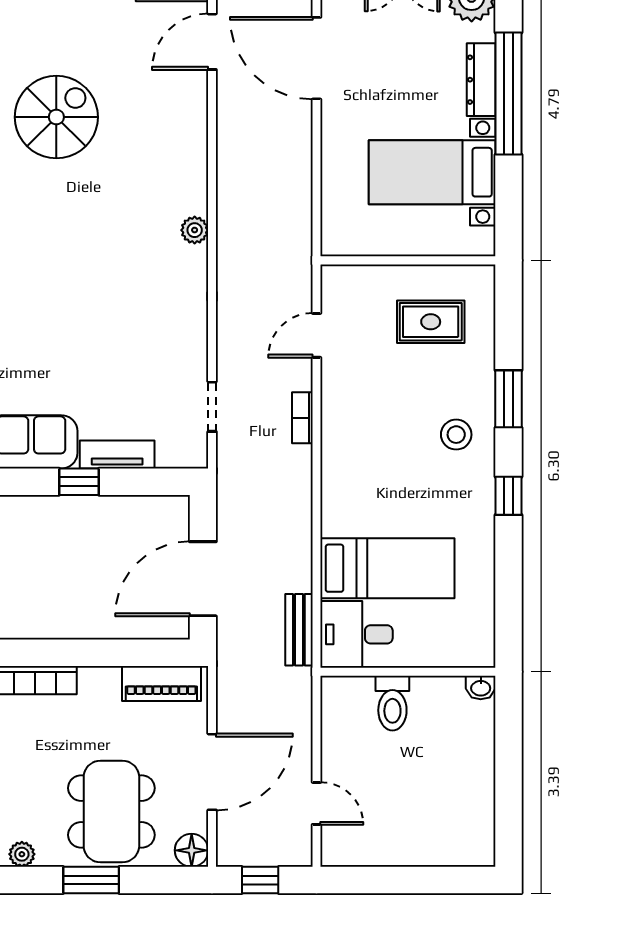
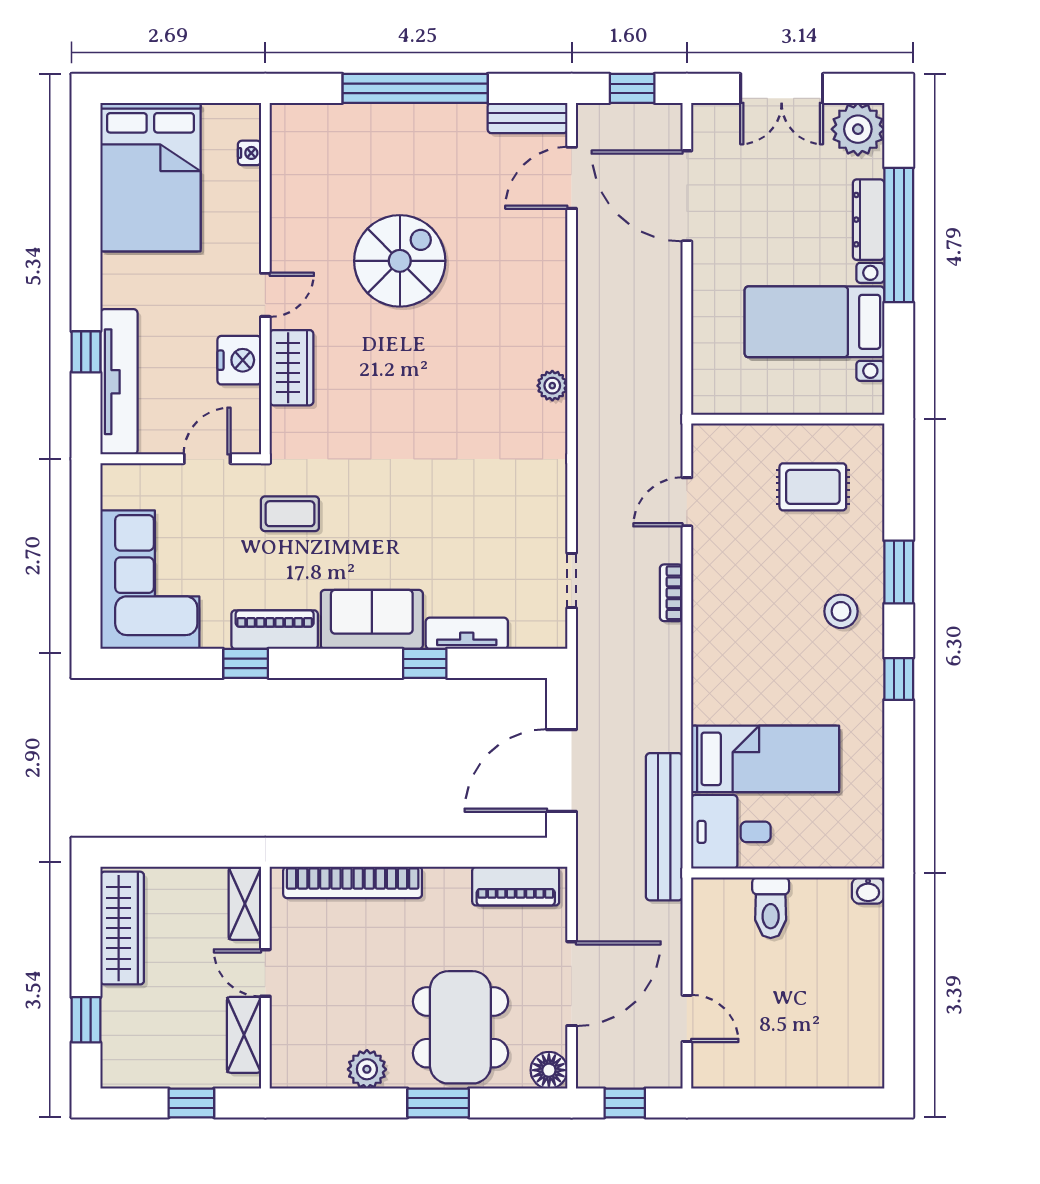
bench: (299, 630) -> (664, 827), width x1.86, depth x1.21
plant: (22, 854) -> (367, 1069), width x1.38, depth x1.38

